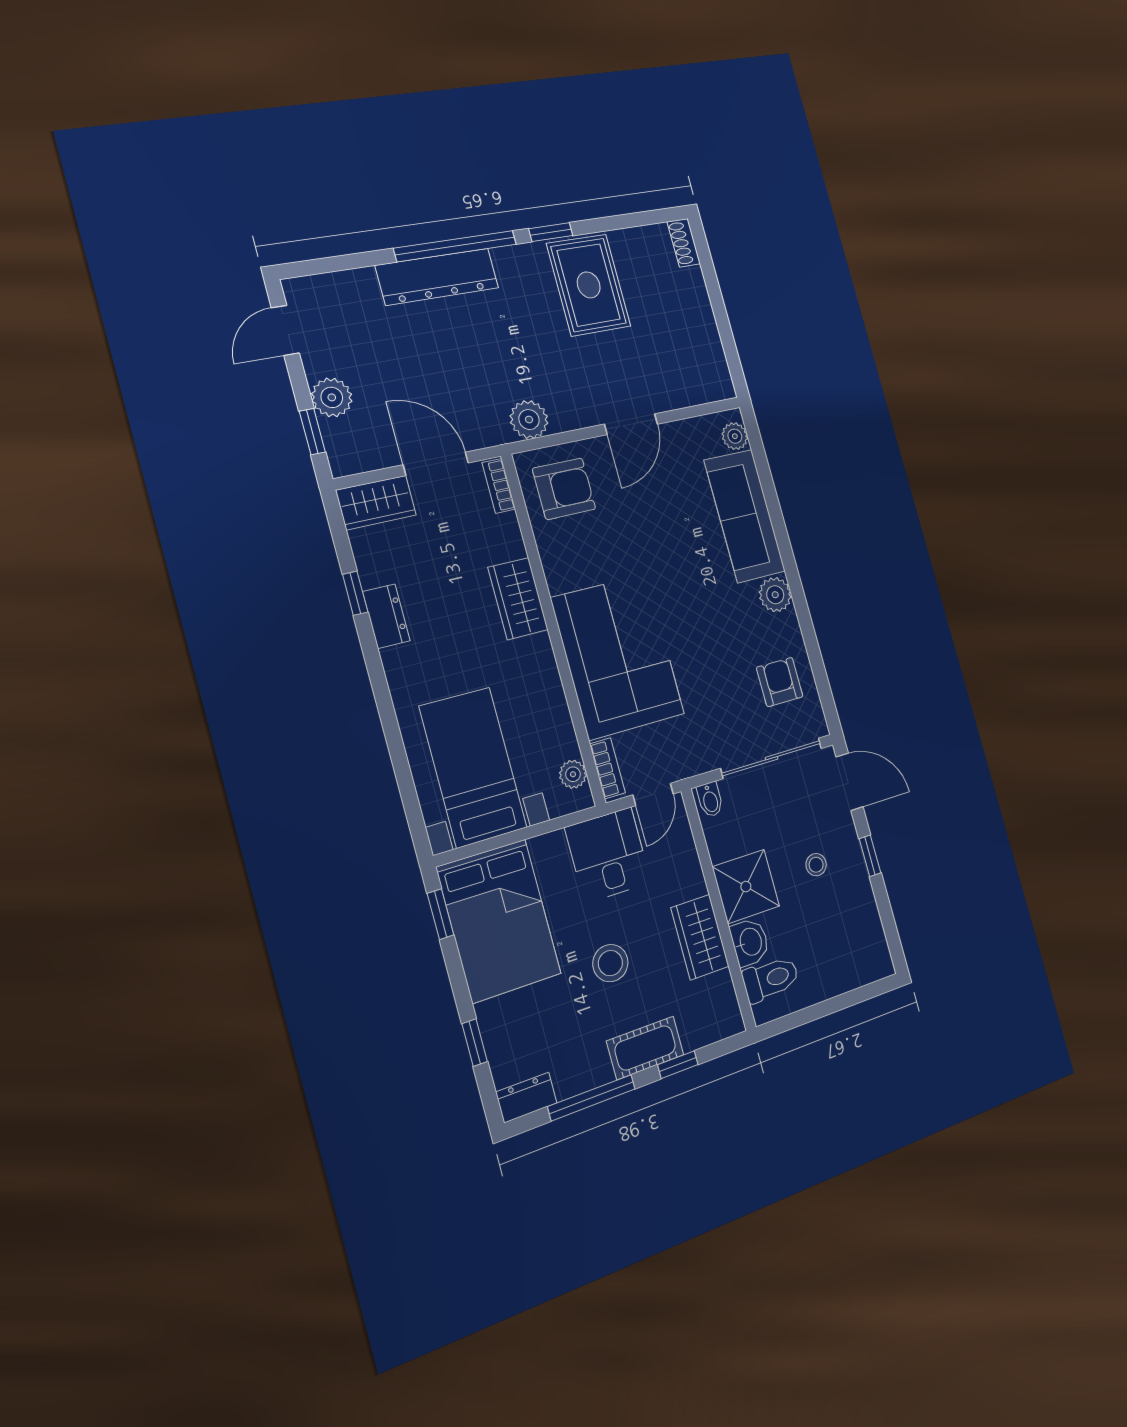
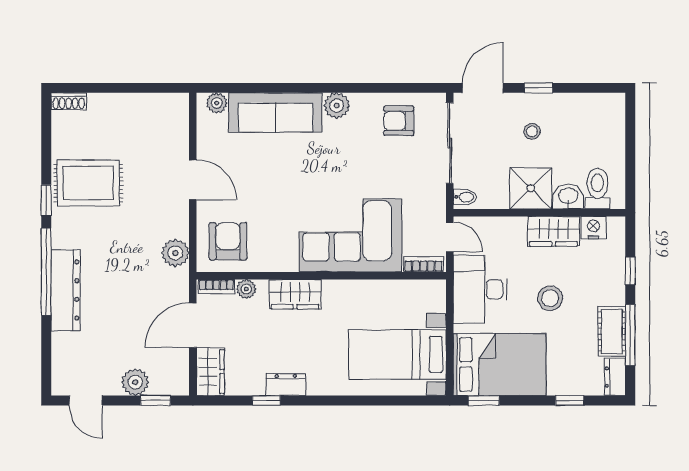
plant: (573, 774) -> (246, 289), moved
desk: (608, 855) -> (480, 289), width x1.37
nightstand: (720, 992) -> (594, 228), added
cot: (645, 1048) -> (612, 332), moved

